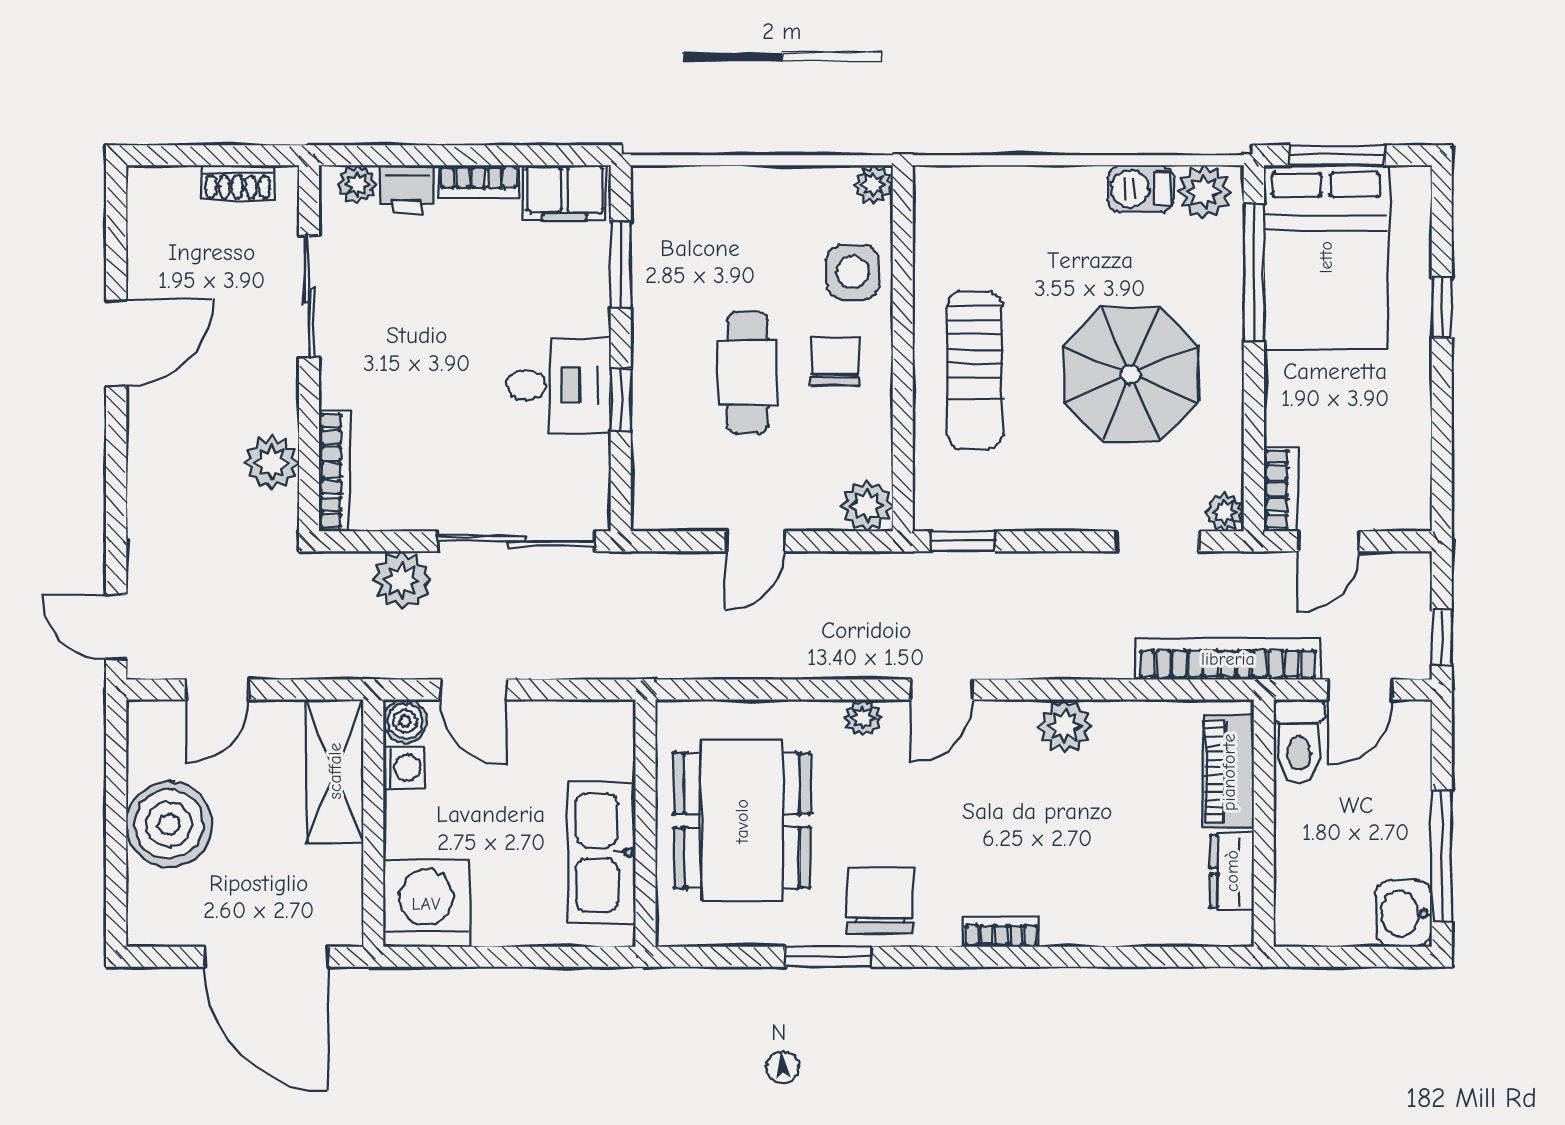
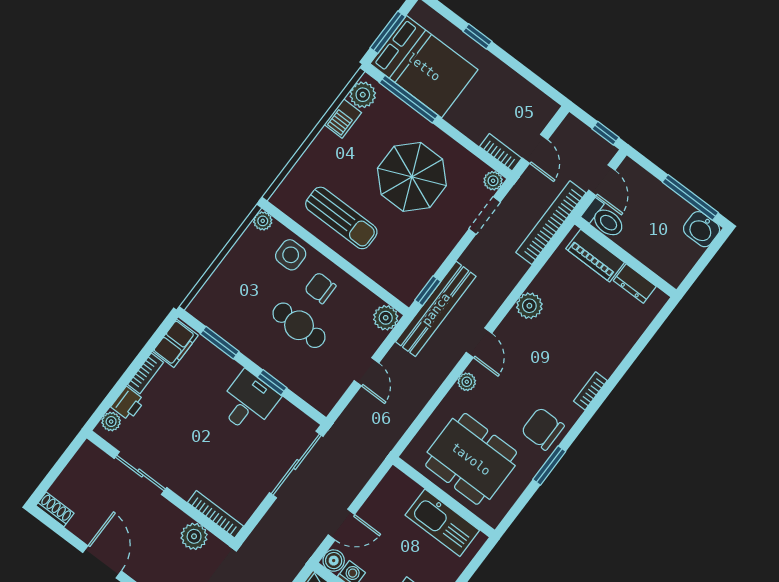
shoe rack: (238, 183) -> (55, 509), moved, turned -90
sun lounger: (975, 370) -> (341, 218), moved
bench: (944, 577) -> (436, 309), added
plant: (402, 580) -> (278, 520), removed

